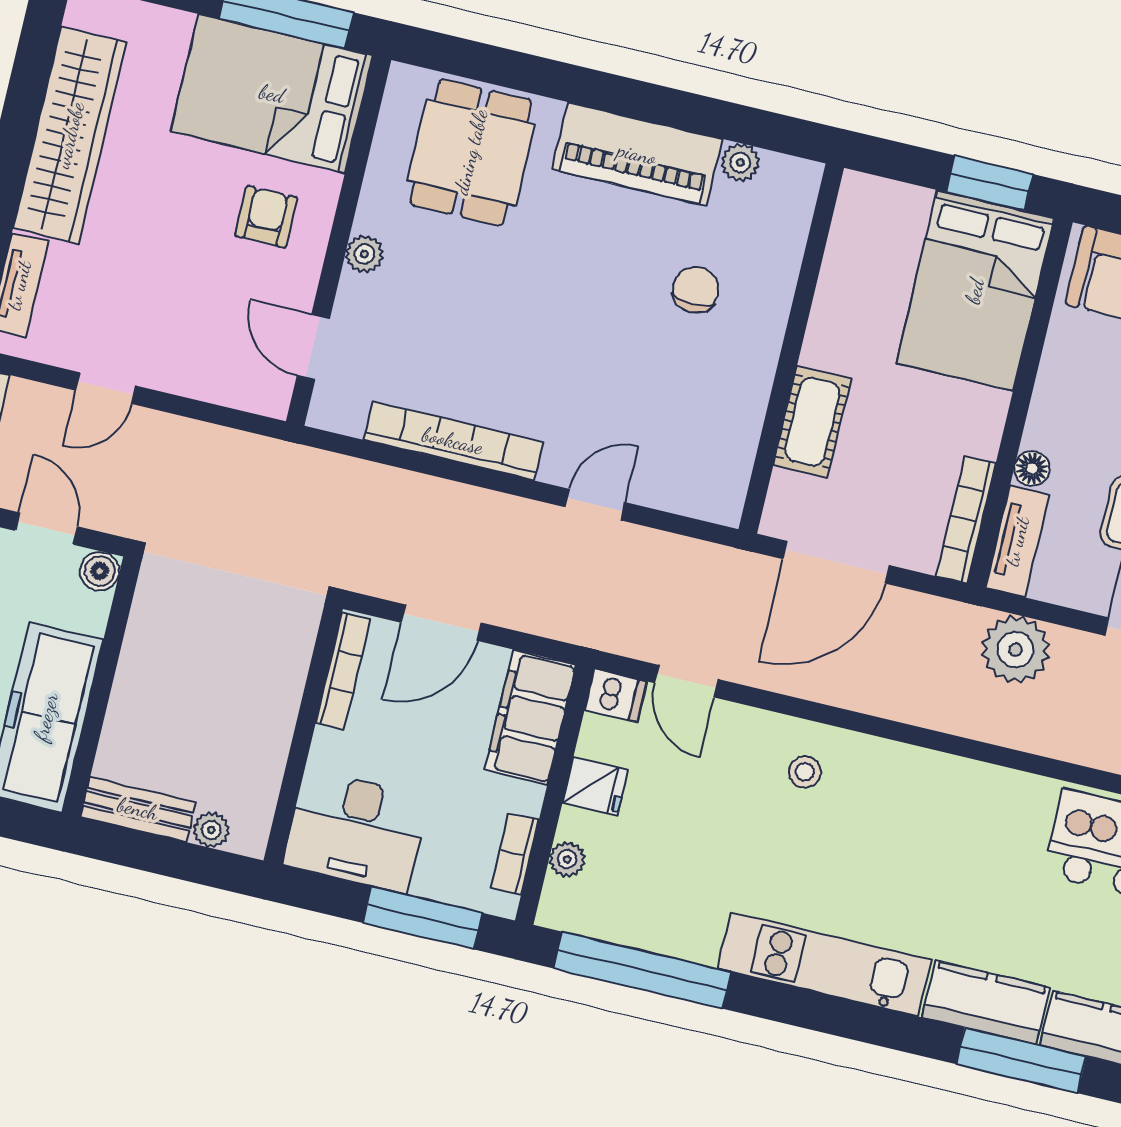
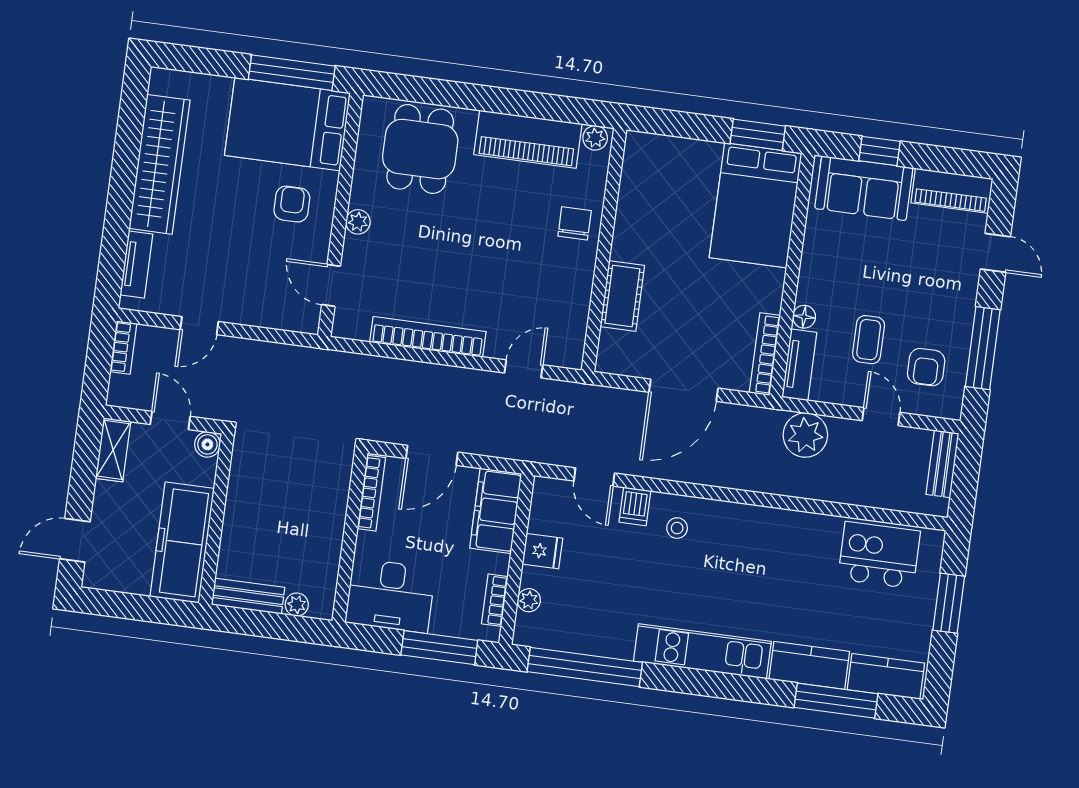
wall: (791, 349) -> (604, 250), moved
cot: (812, 422) -> (622, 296), moved
dishwasher: (616, 696) -> (635, 506), moved, turned 90

